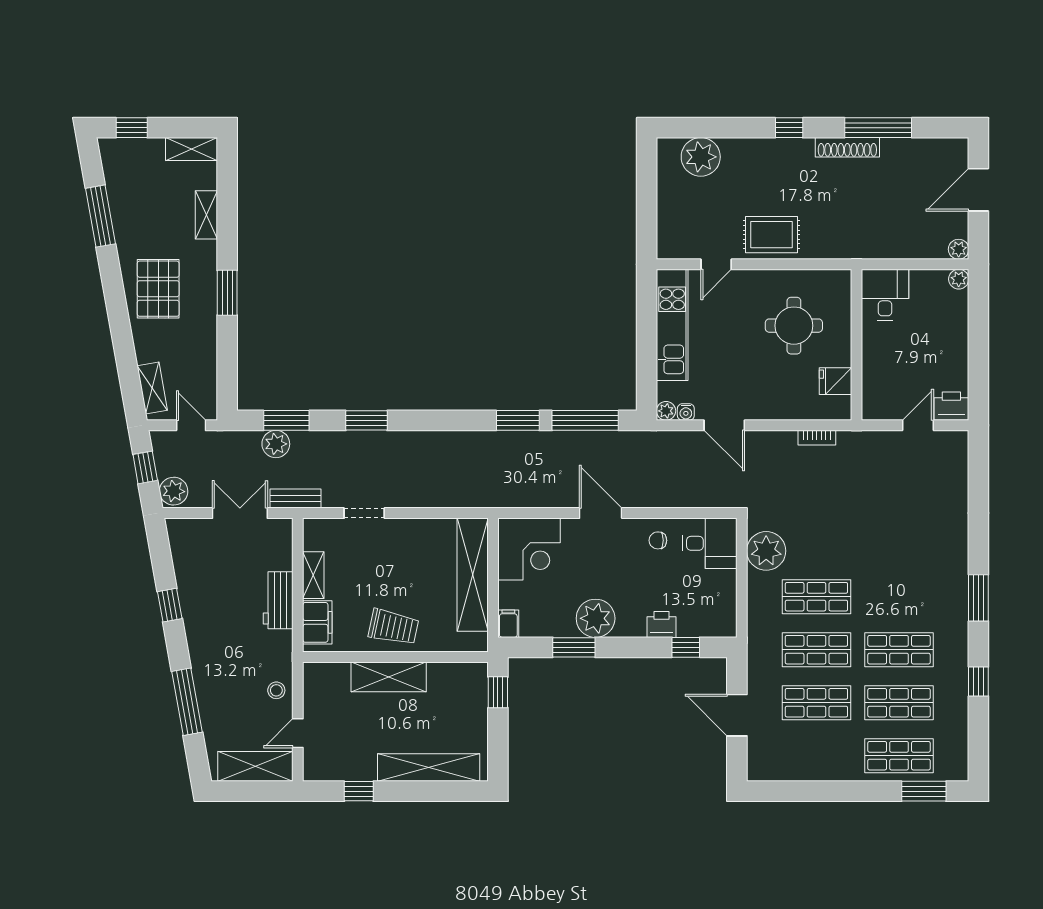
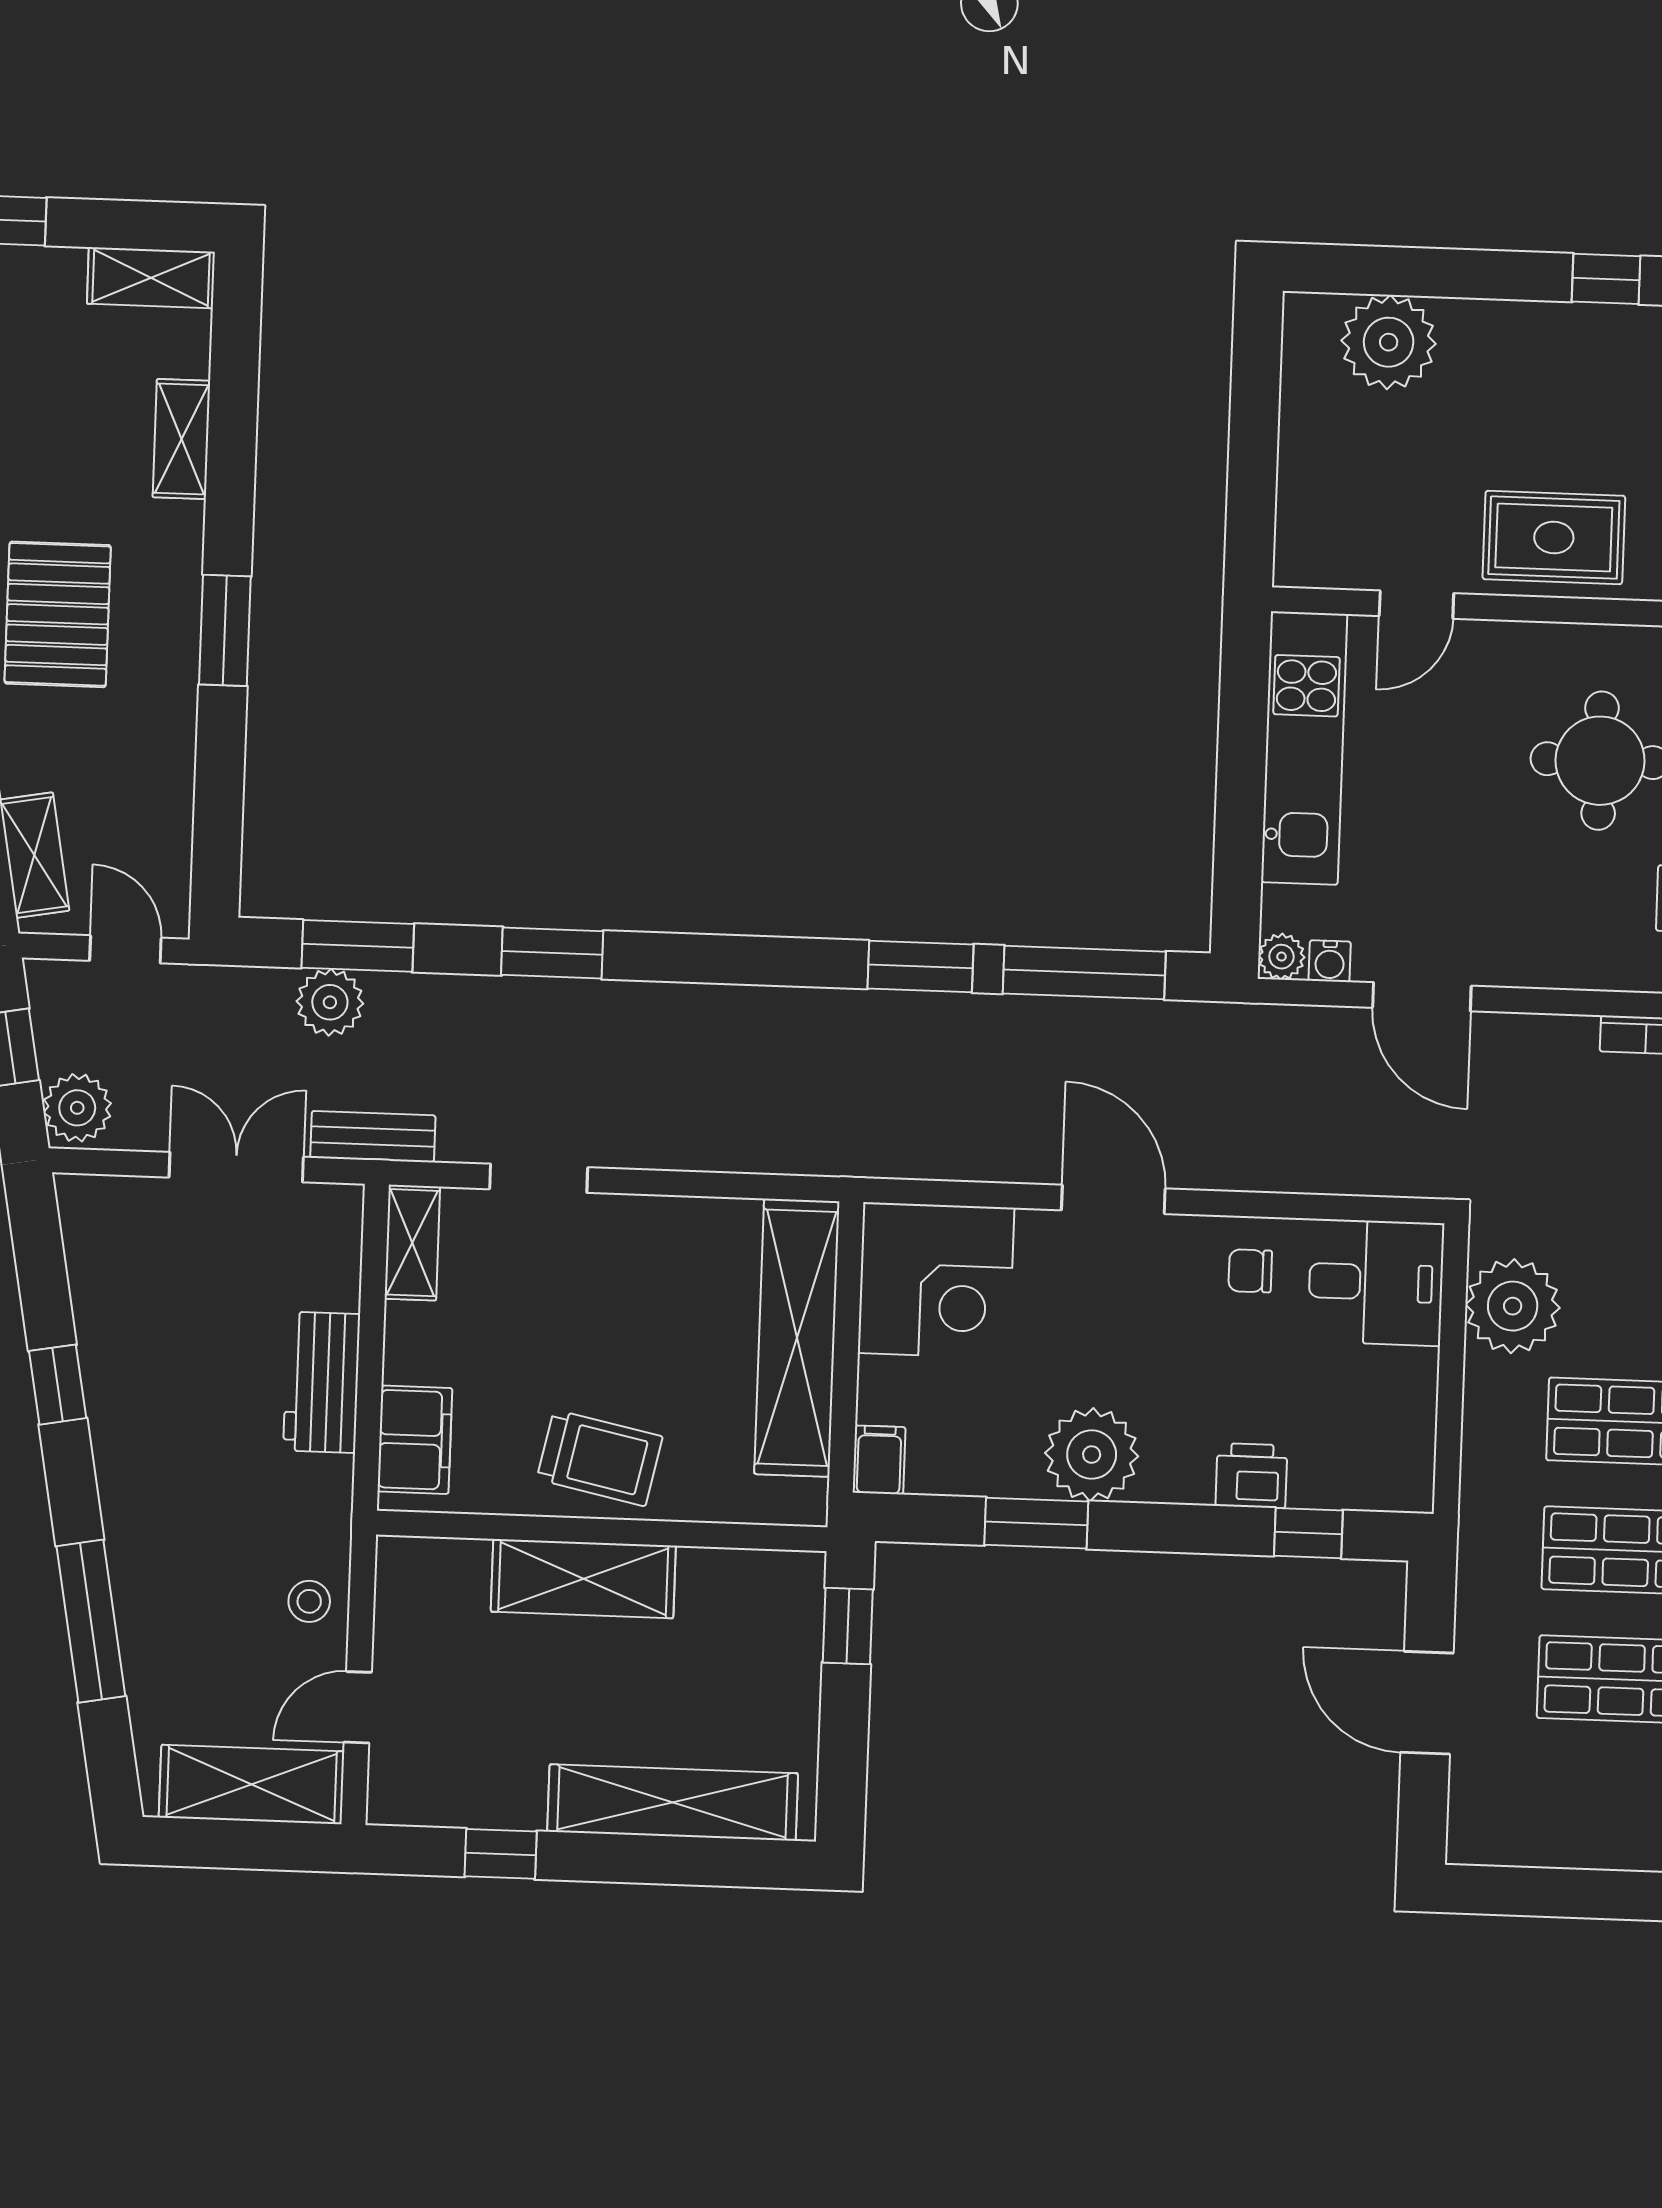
shelving: (313, 575) -> (412, 1243), moved

